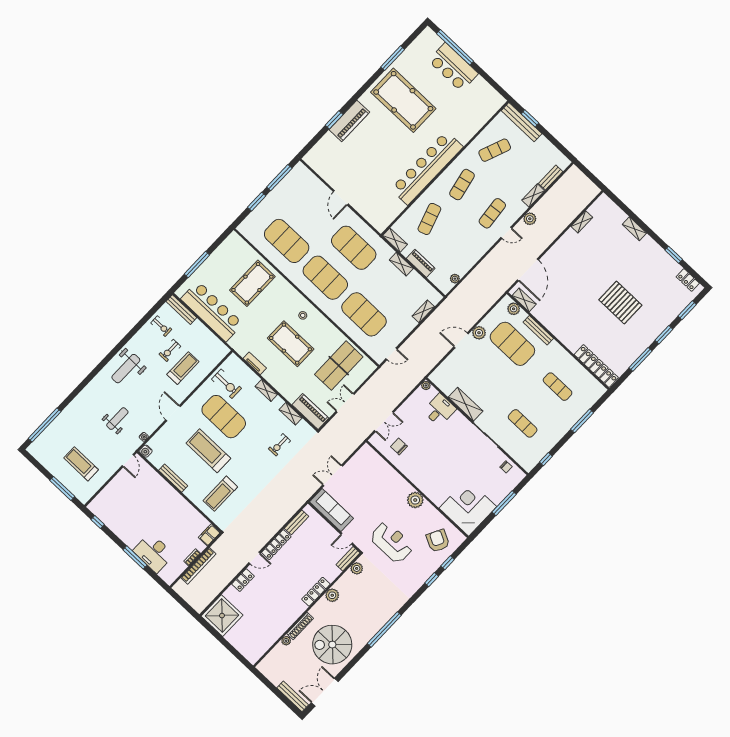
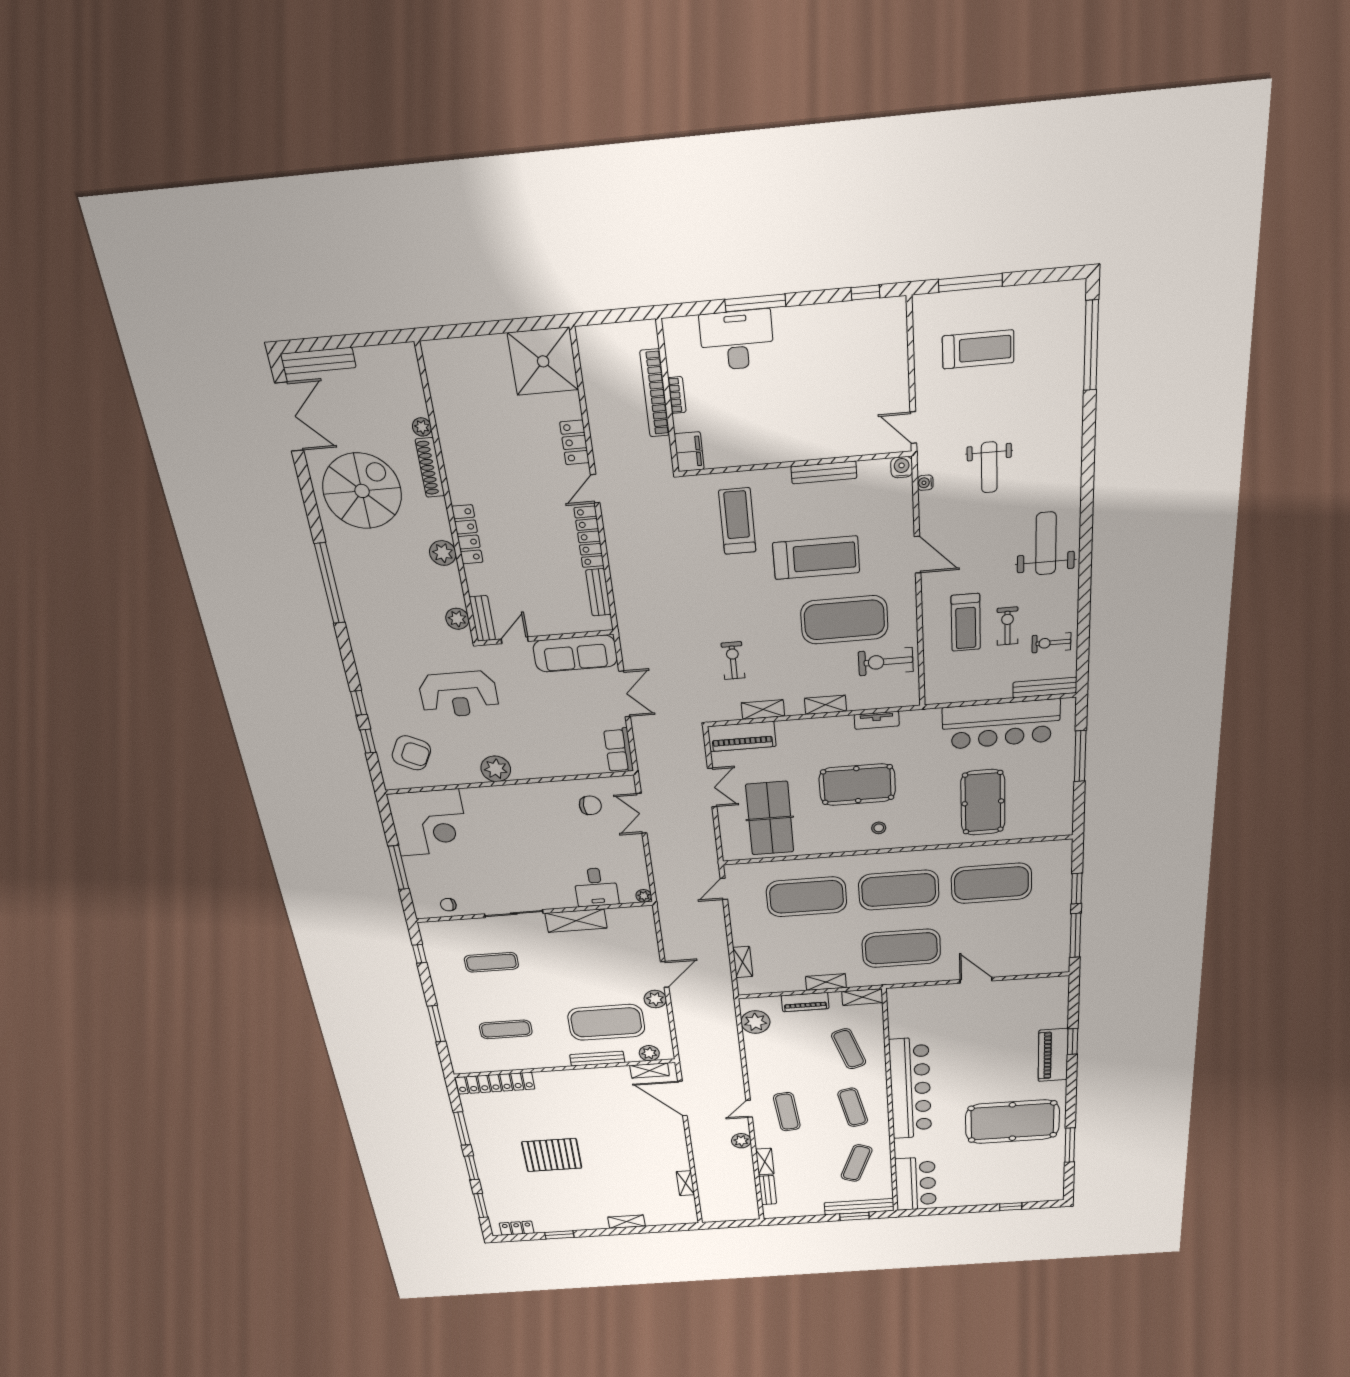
window: (455, 47) -> (1011, 1207), width x0.32
bar counter: (453, 67) -> (916, 1184), moved, turned 90
plant: (455, 279) -> (755, 1022), width x1.87, depth x1.87
row of seats: (361, 456) -> (619, 750), added

